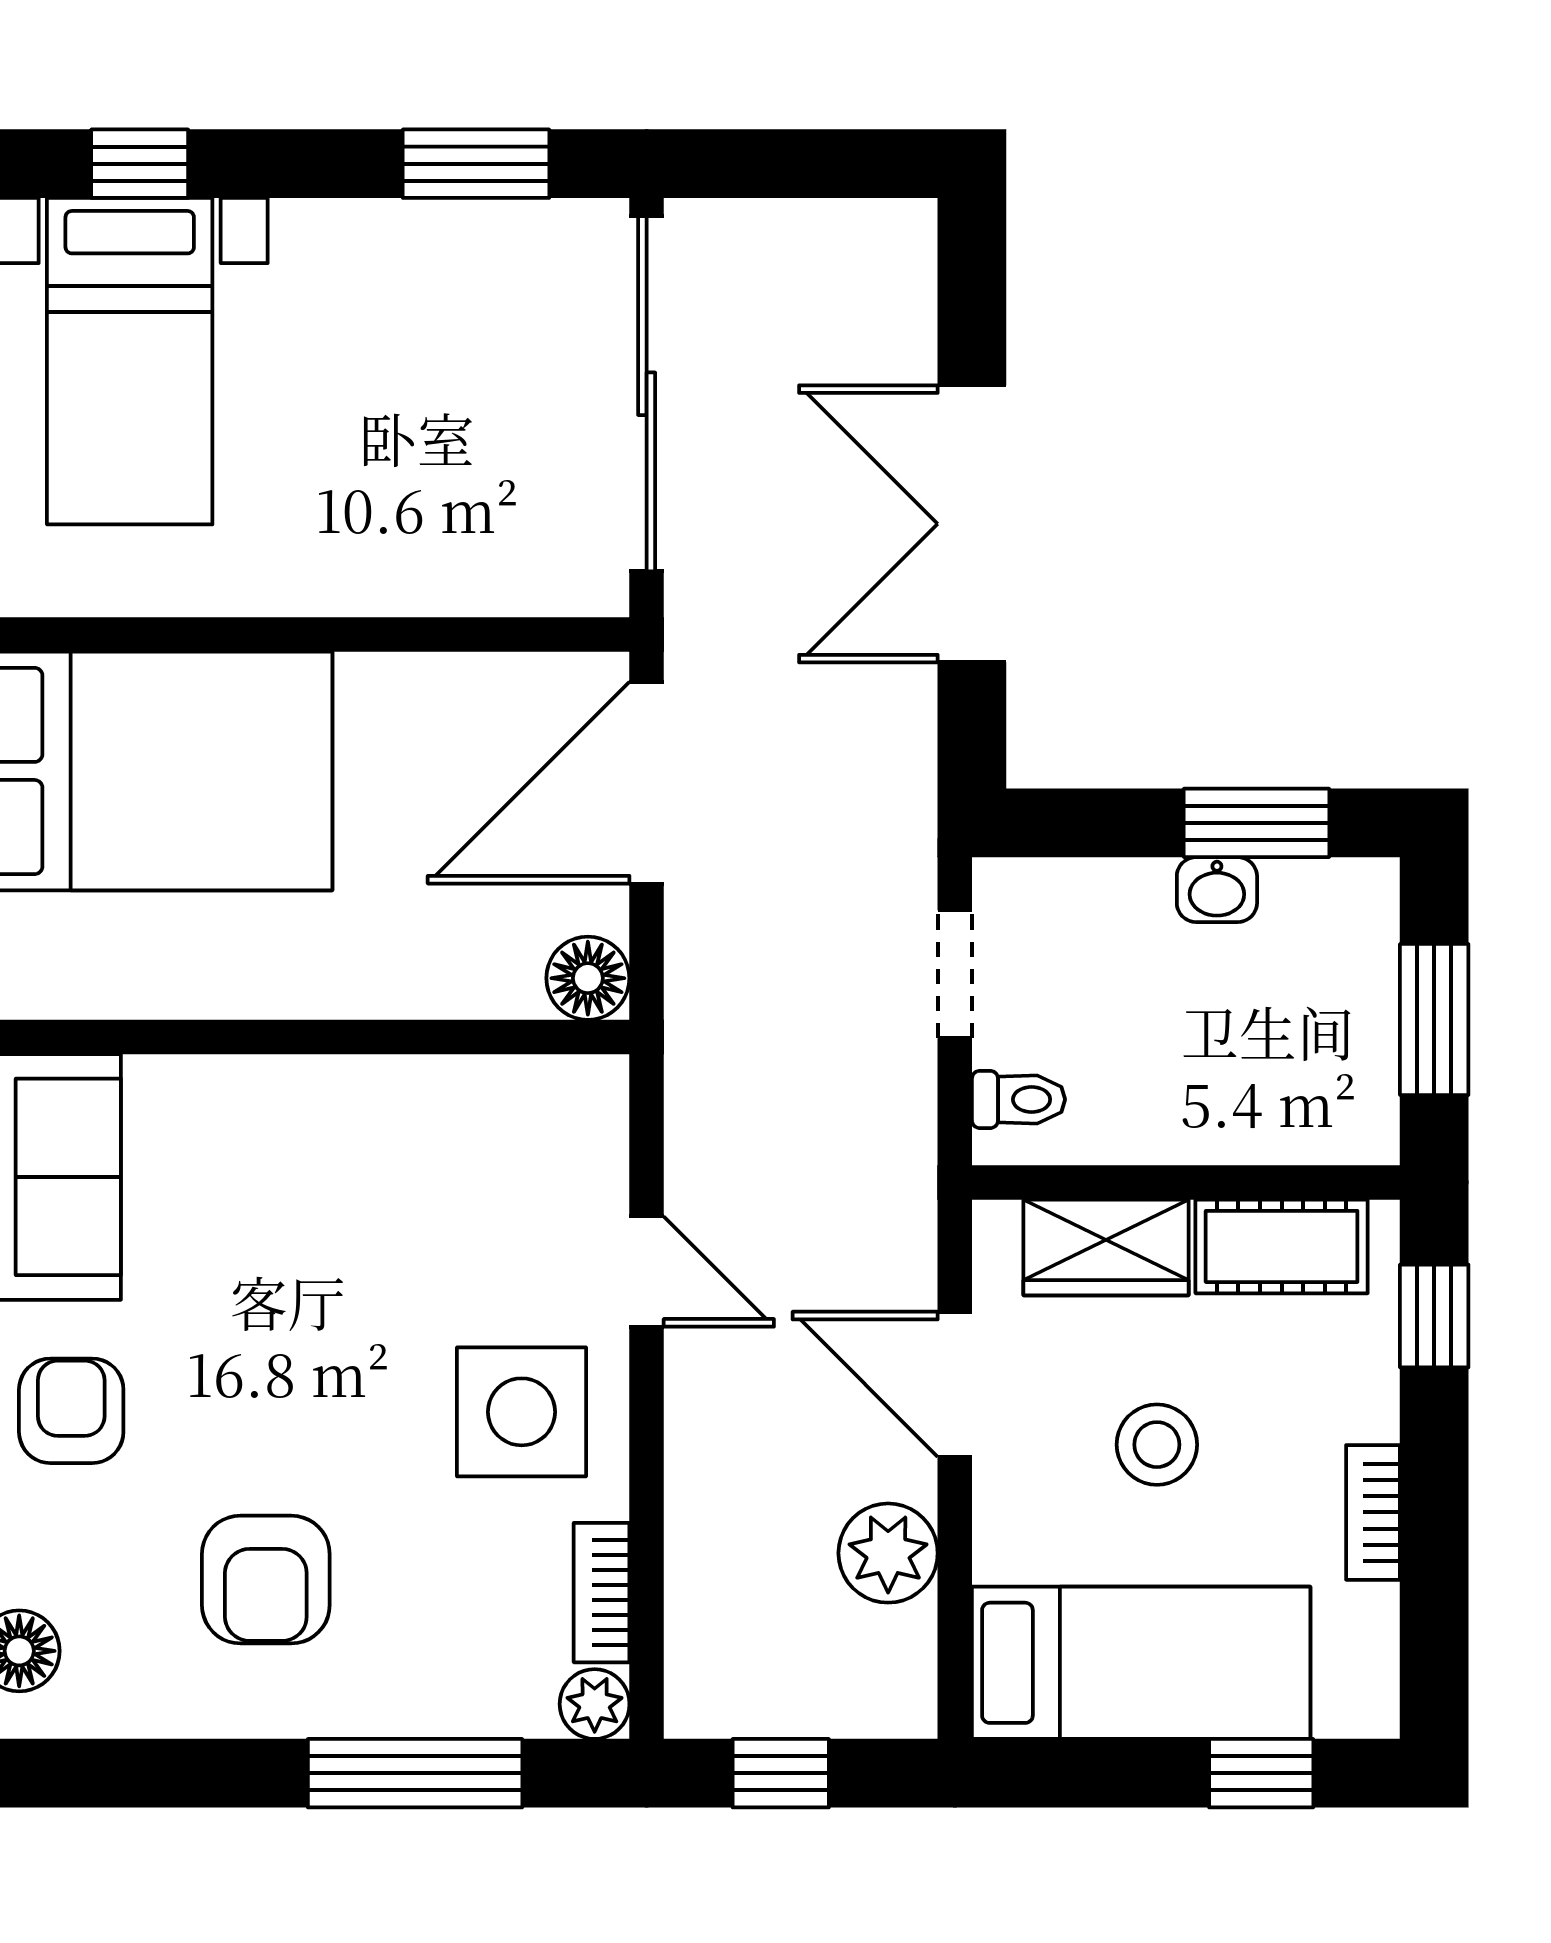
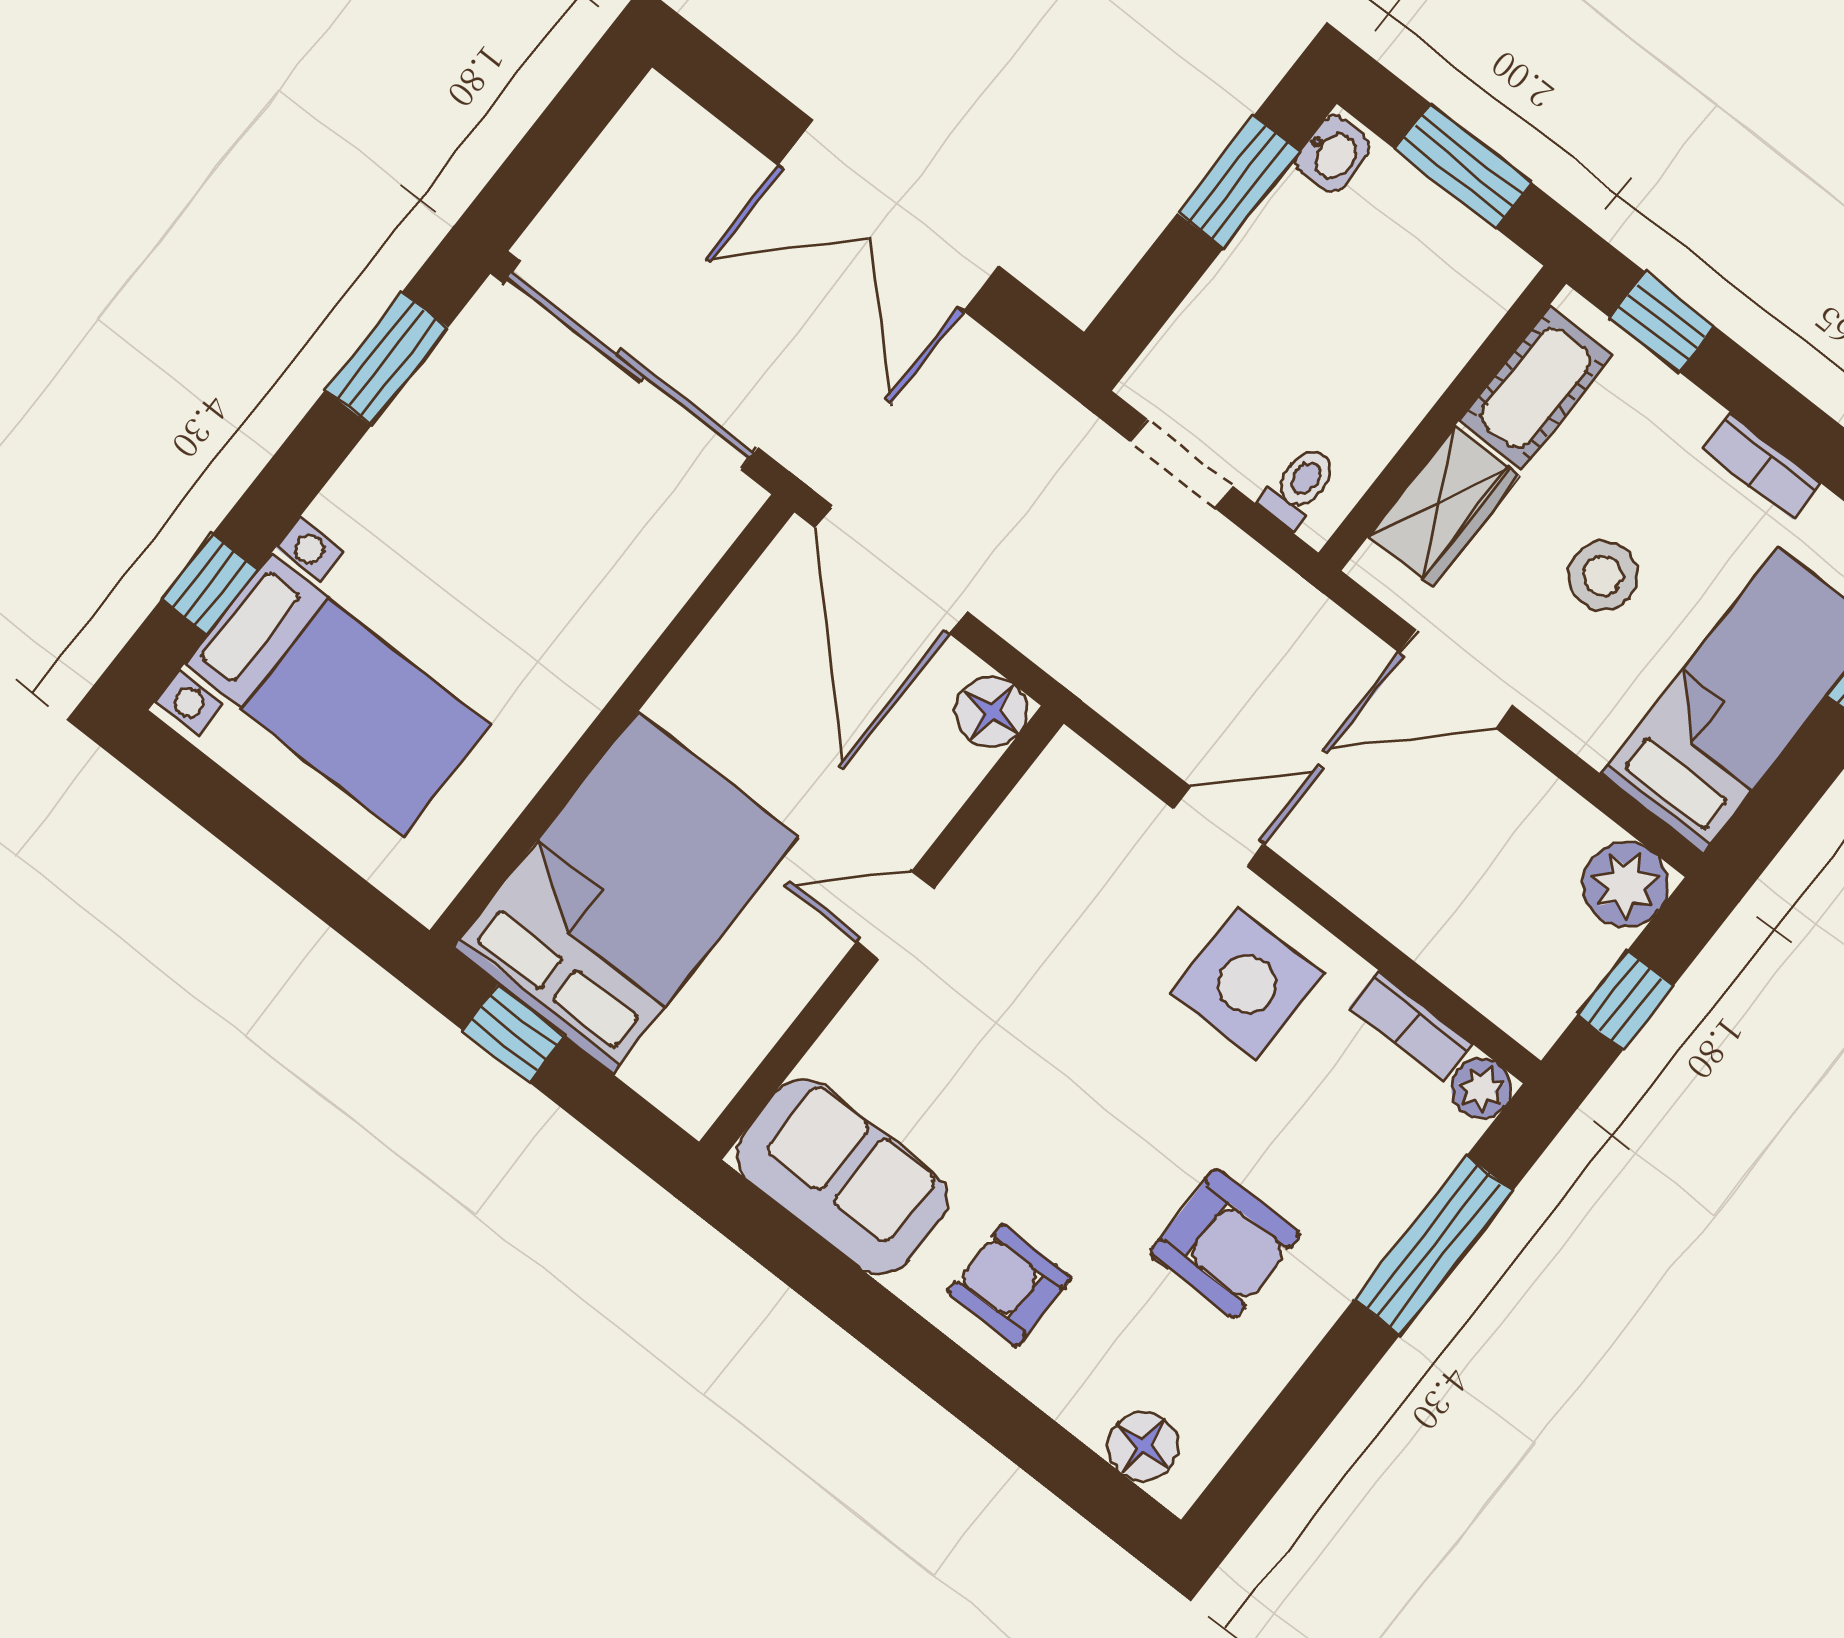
washbasin: (1217, 890) -> (1333, 154), moved
door: (330, 1037) -> (895, 915), added
plant: (888, 1553) -> (1626, 884), moved

